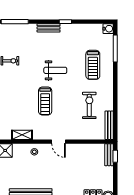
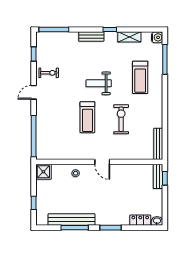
weight bench: (55, 70) -> (99, 83), turned 180
exercise bike: (89, 105) -> (121, 119), moved
shelving: (22, 135) -> (129, 37), moved

